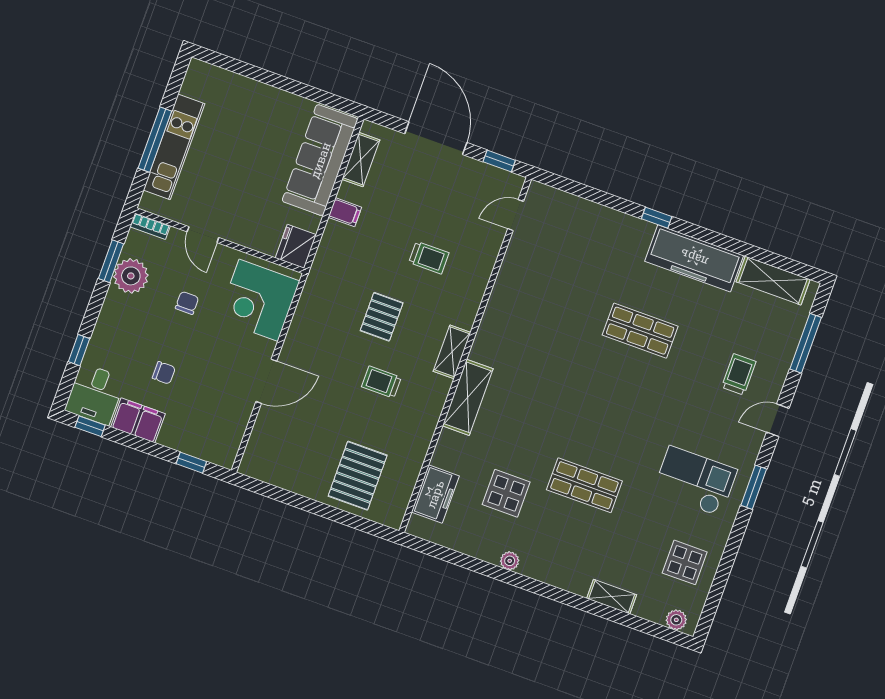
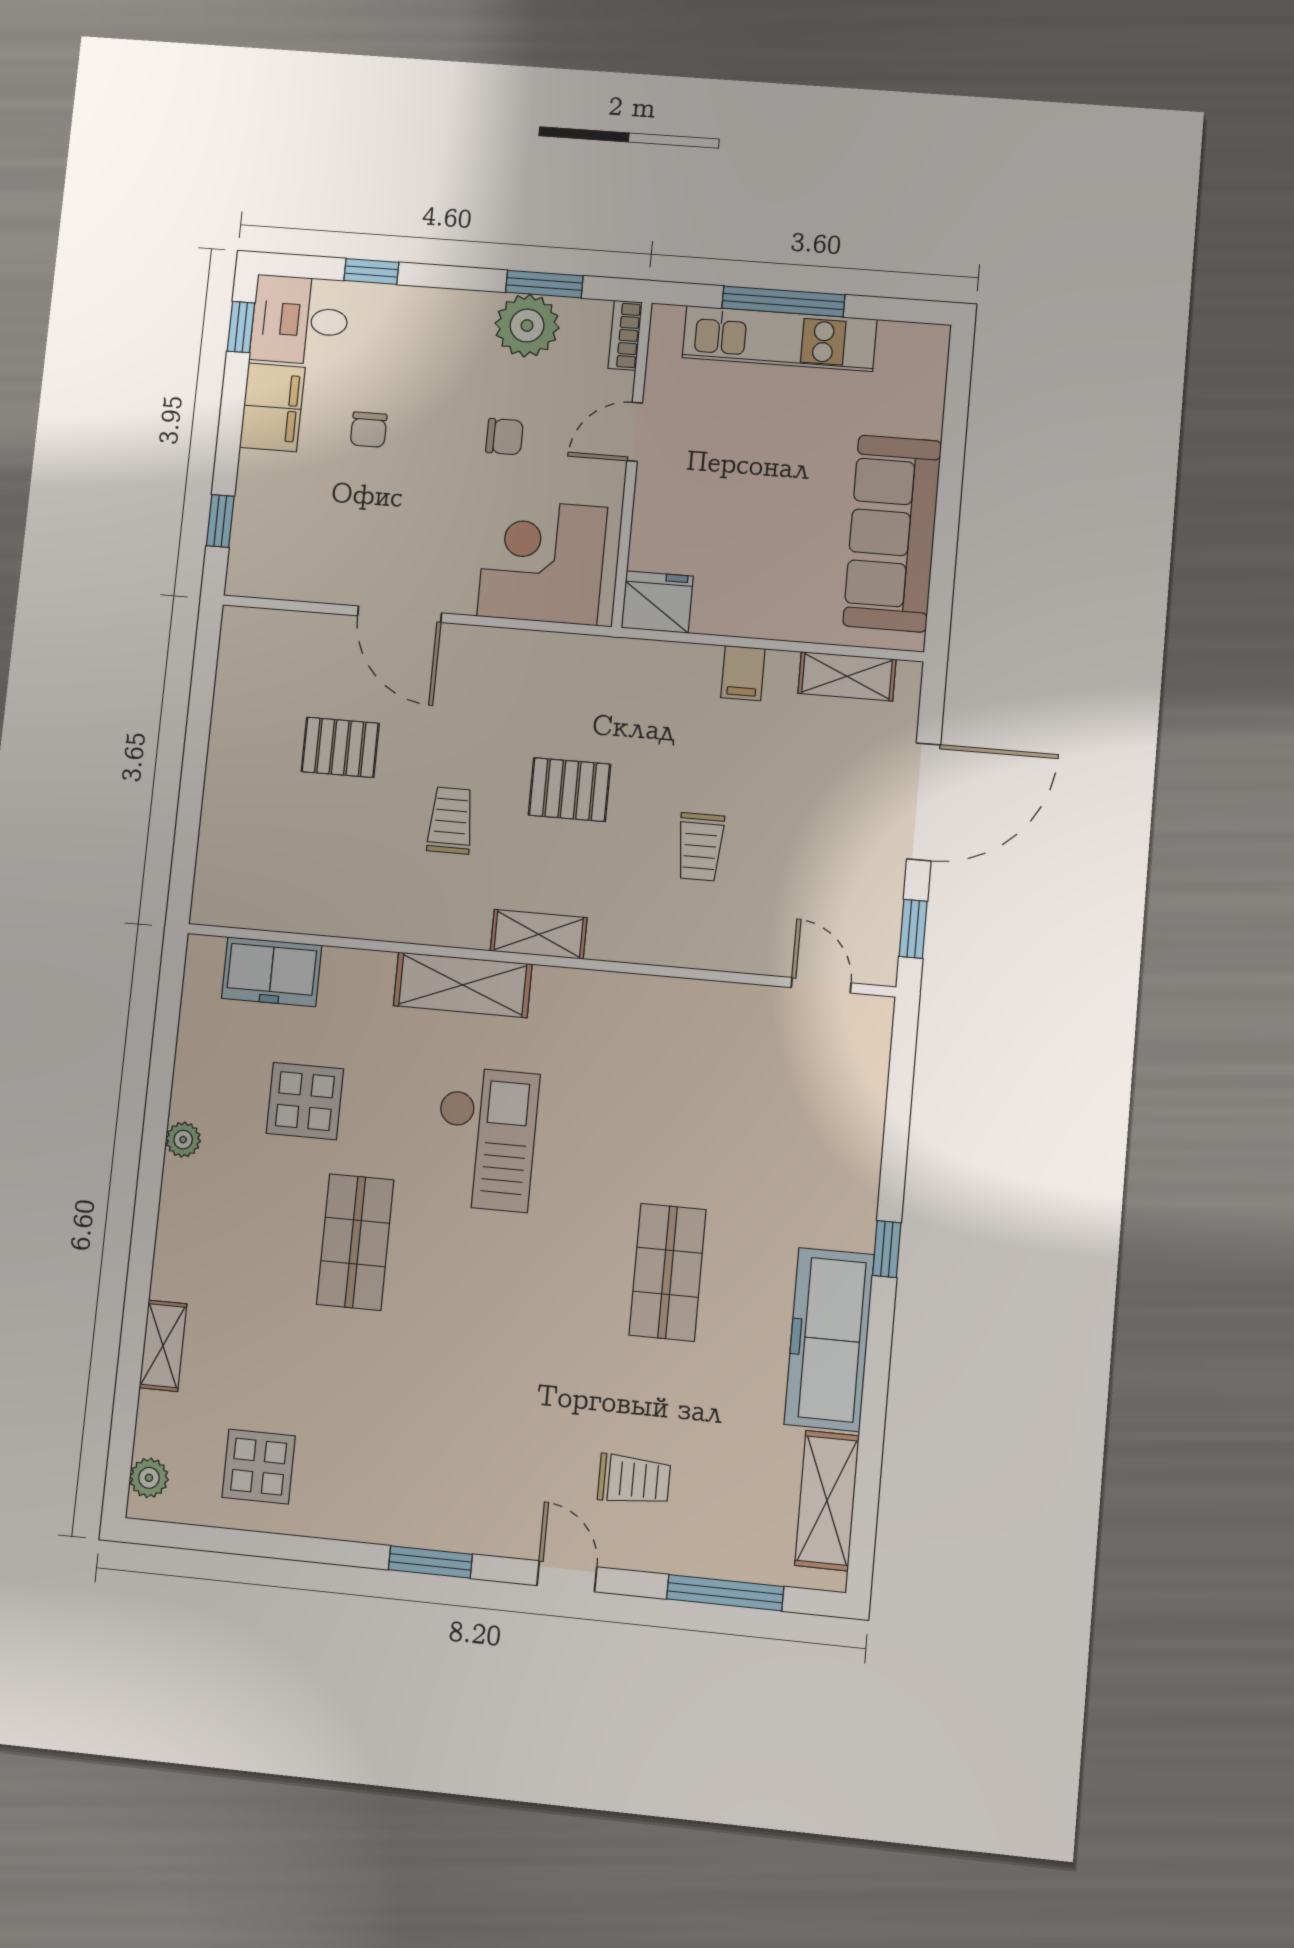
sofa: (320, 160) -> (892, 533), moved, turned -90
pallet: (358, 476) -> (340, 747), moved, width x0.67, depth x0.71
checkout: (695, 481) -> (486, 1139), moved

